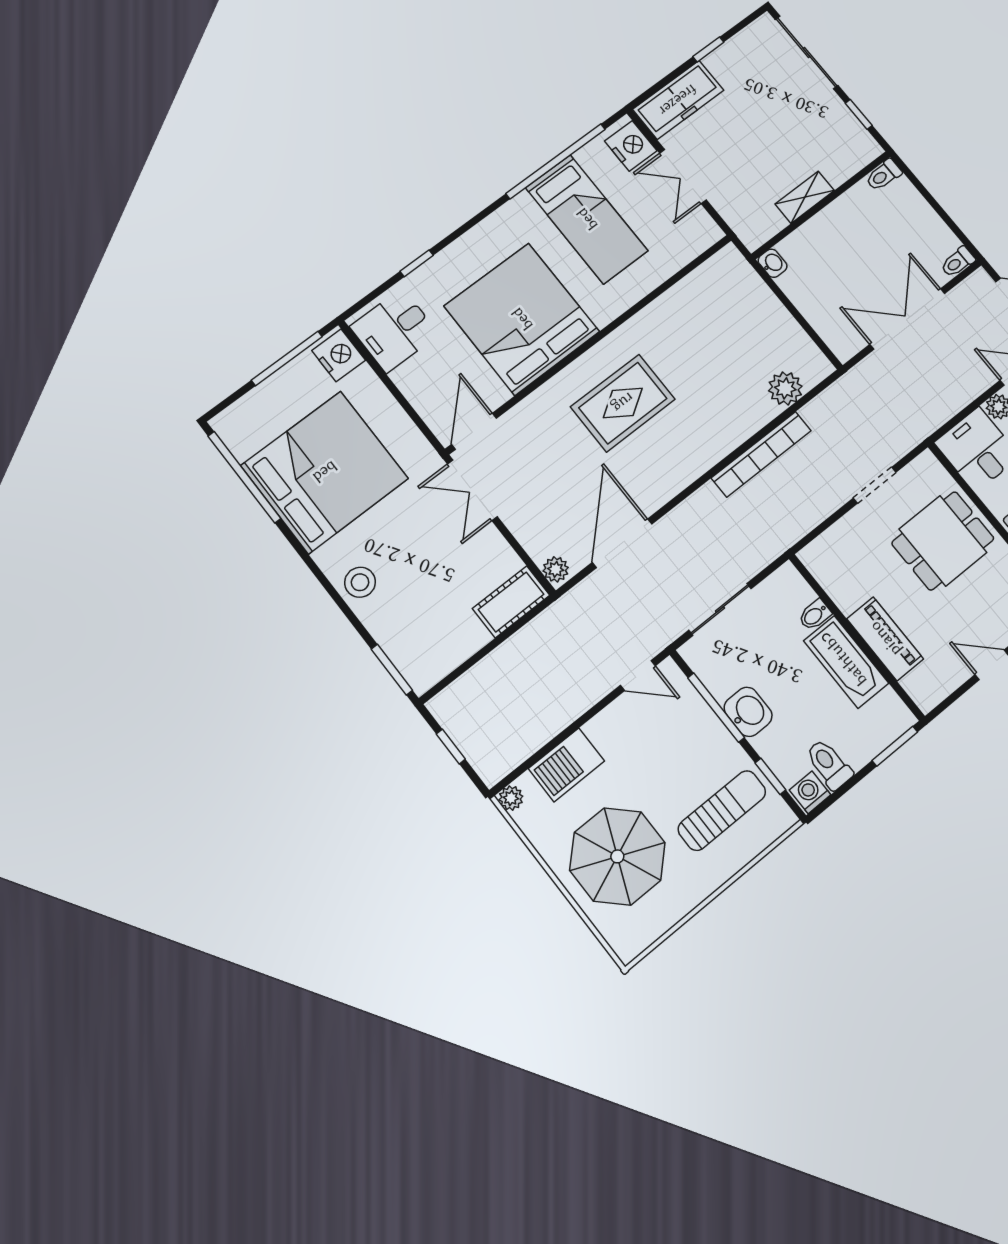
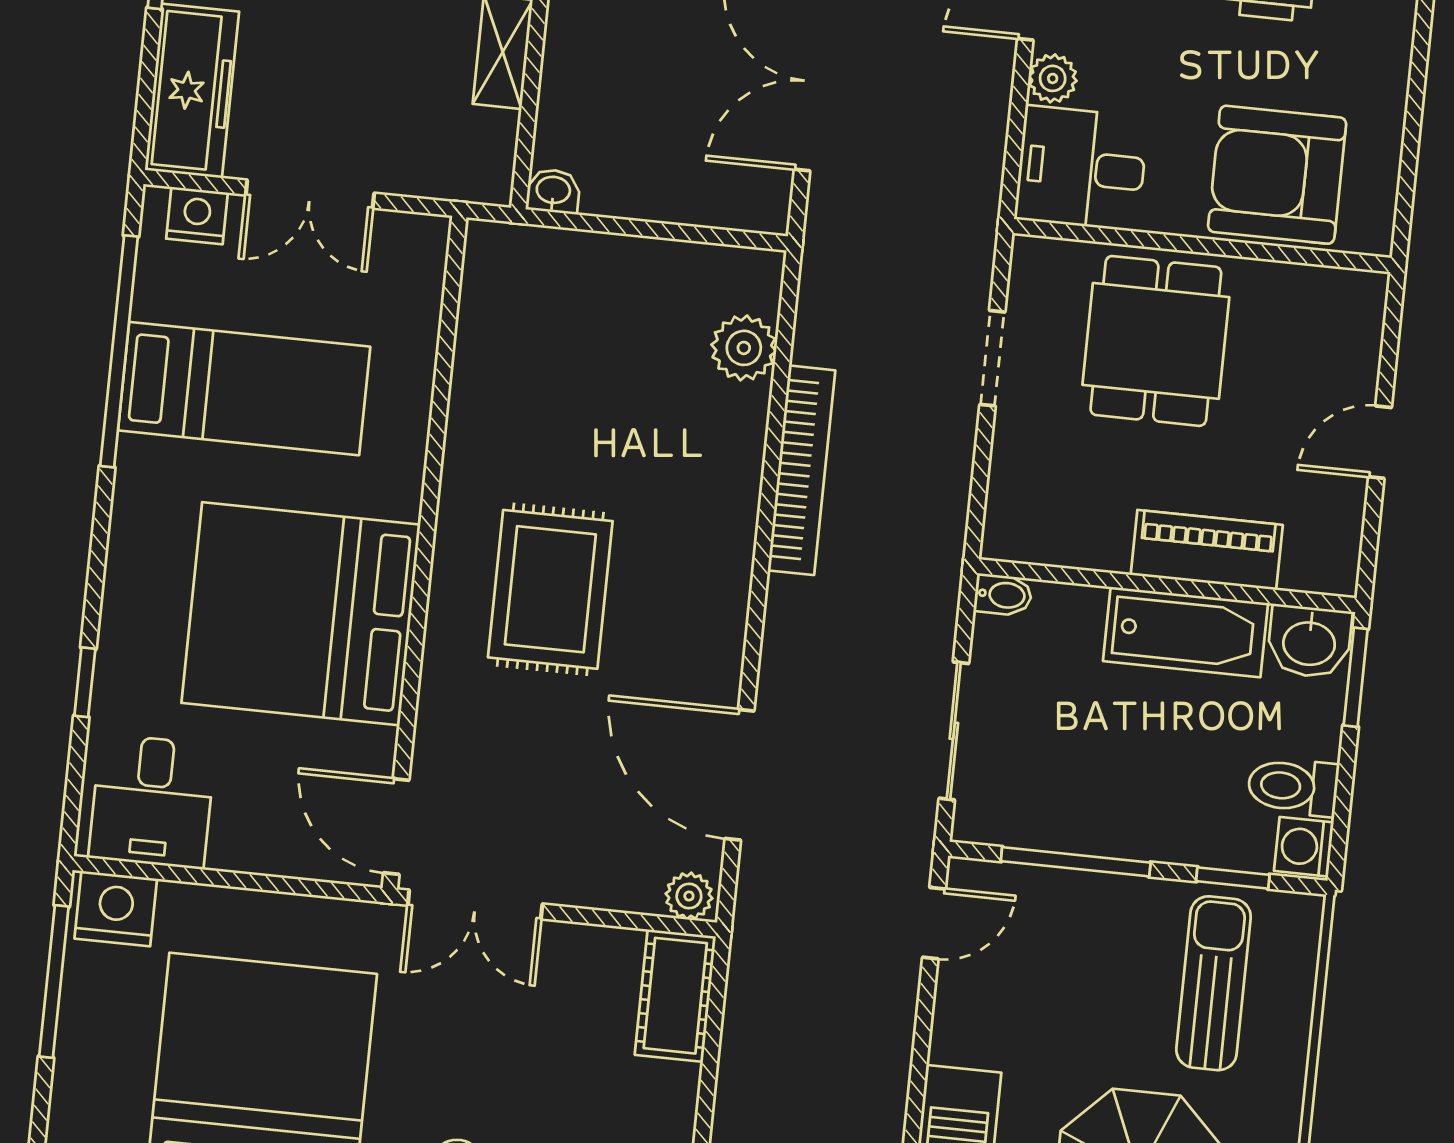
nightstand: (631, 146) -> (197, 216), width x0.74, depth x0.75
bidet: (815, 615) -> (1003, 595), moved, turned -90
washbasin: (748, 712) -> (1309, 642), moved, turned 180

